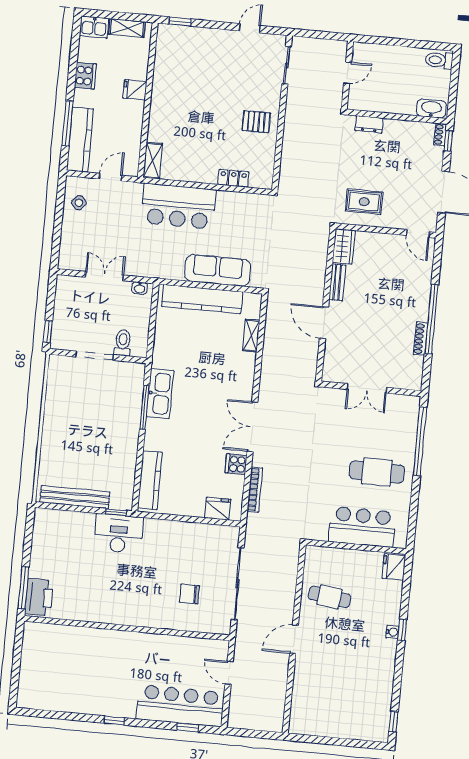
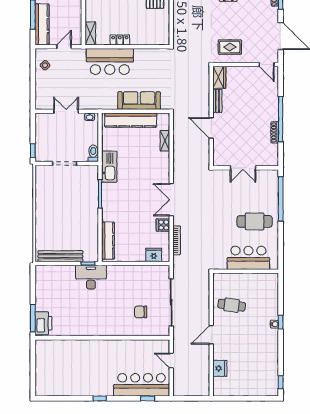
locker: (233, 178) -> (120, 40), moved
toilet: (123, 343) -> (93, 153), moved
kitchen sink: (160, 393) -> (109, 167), moved
fridge: (394, 567) -> (220, 368), moved, turned 180

